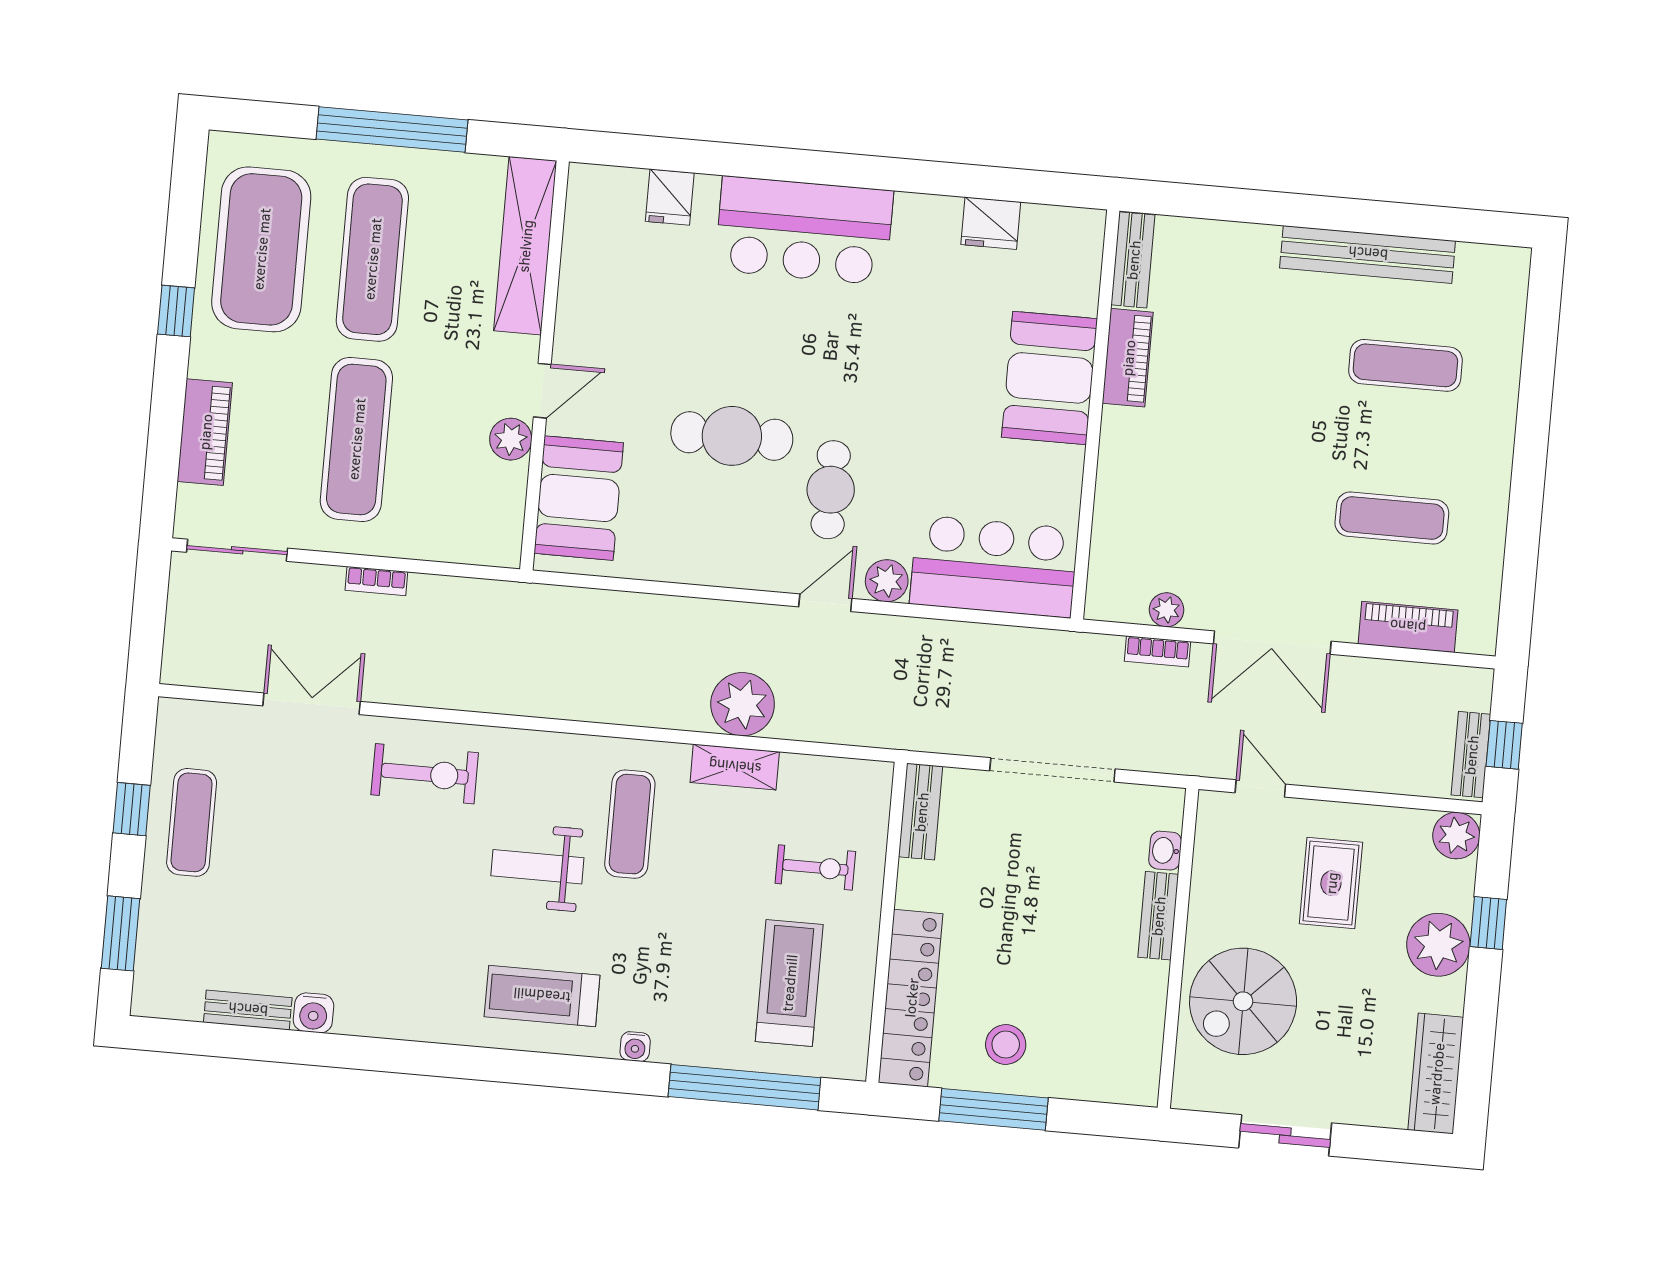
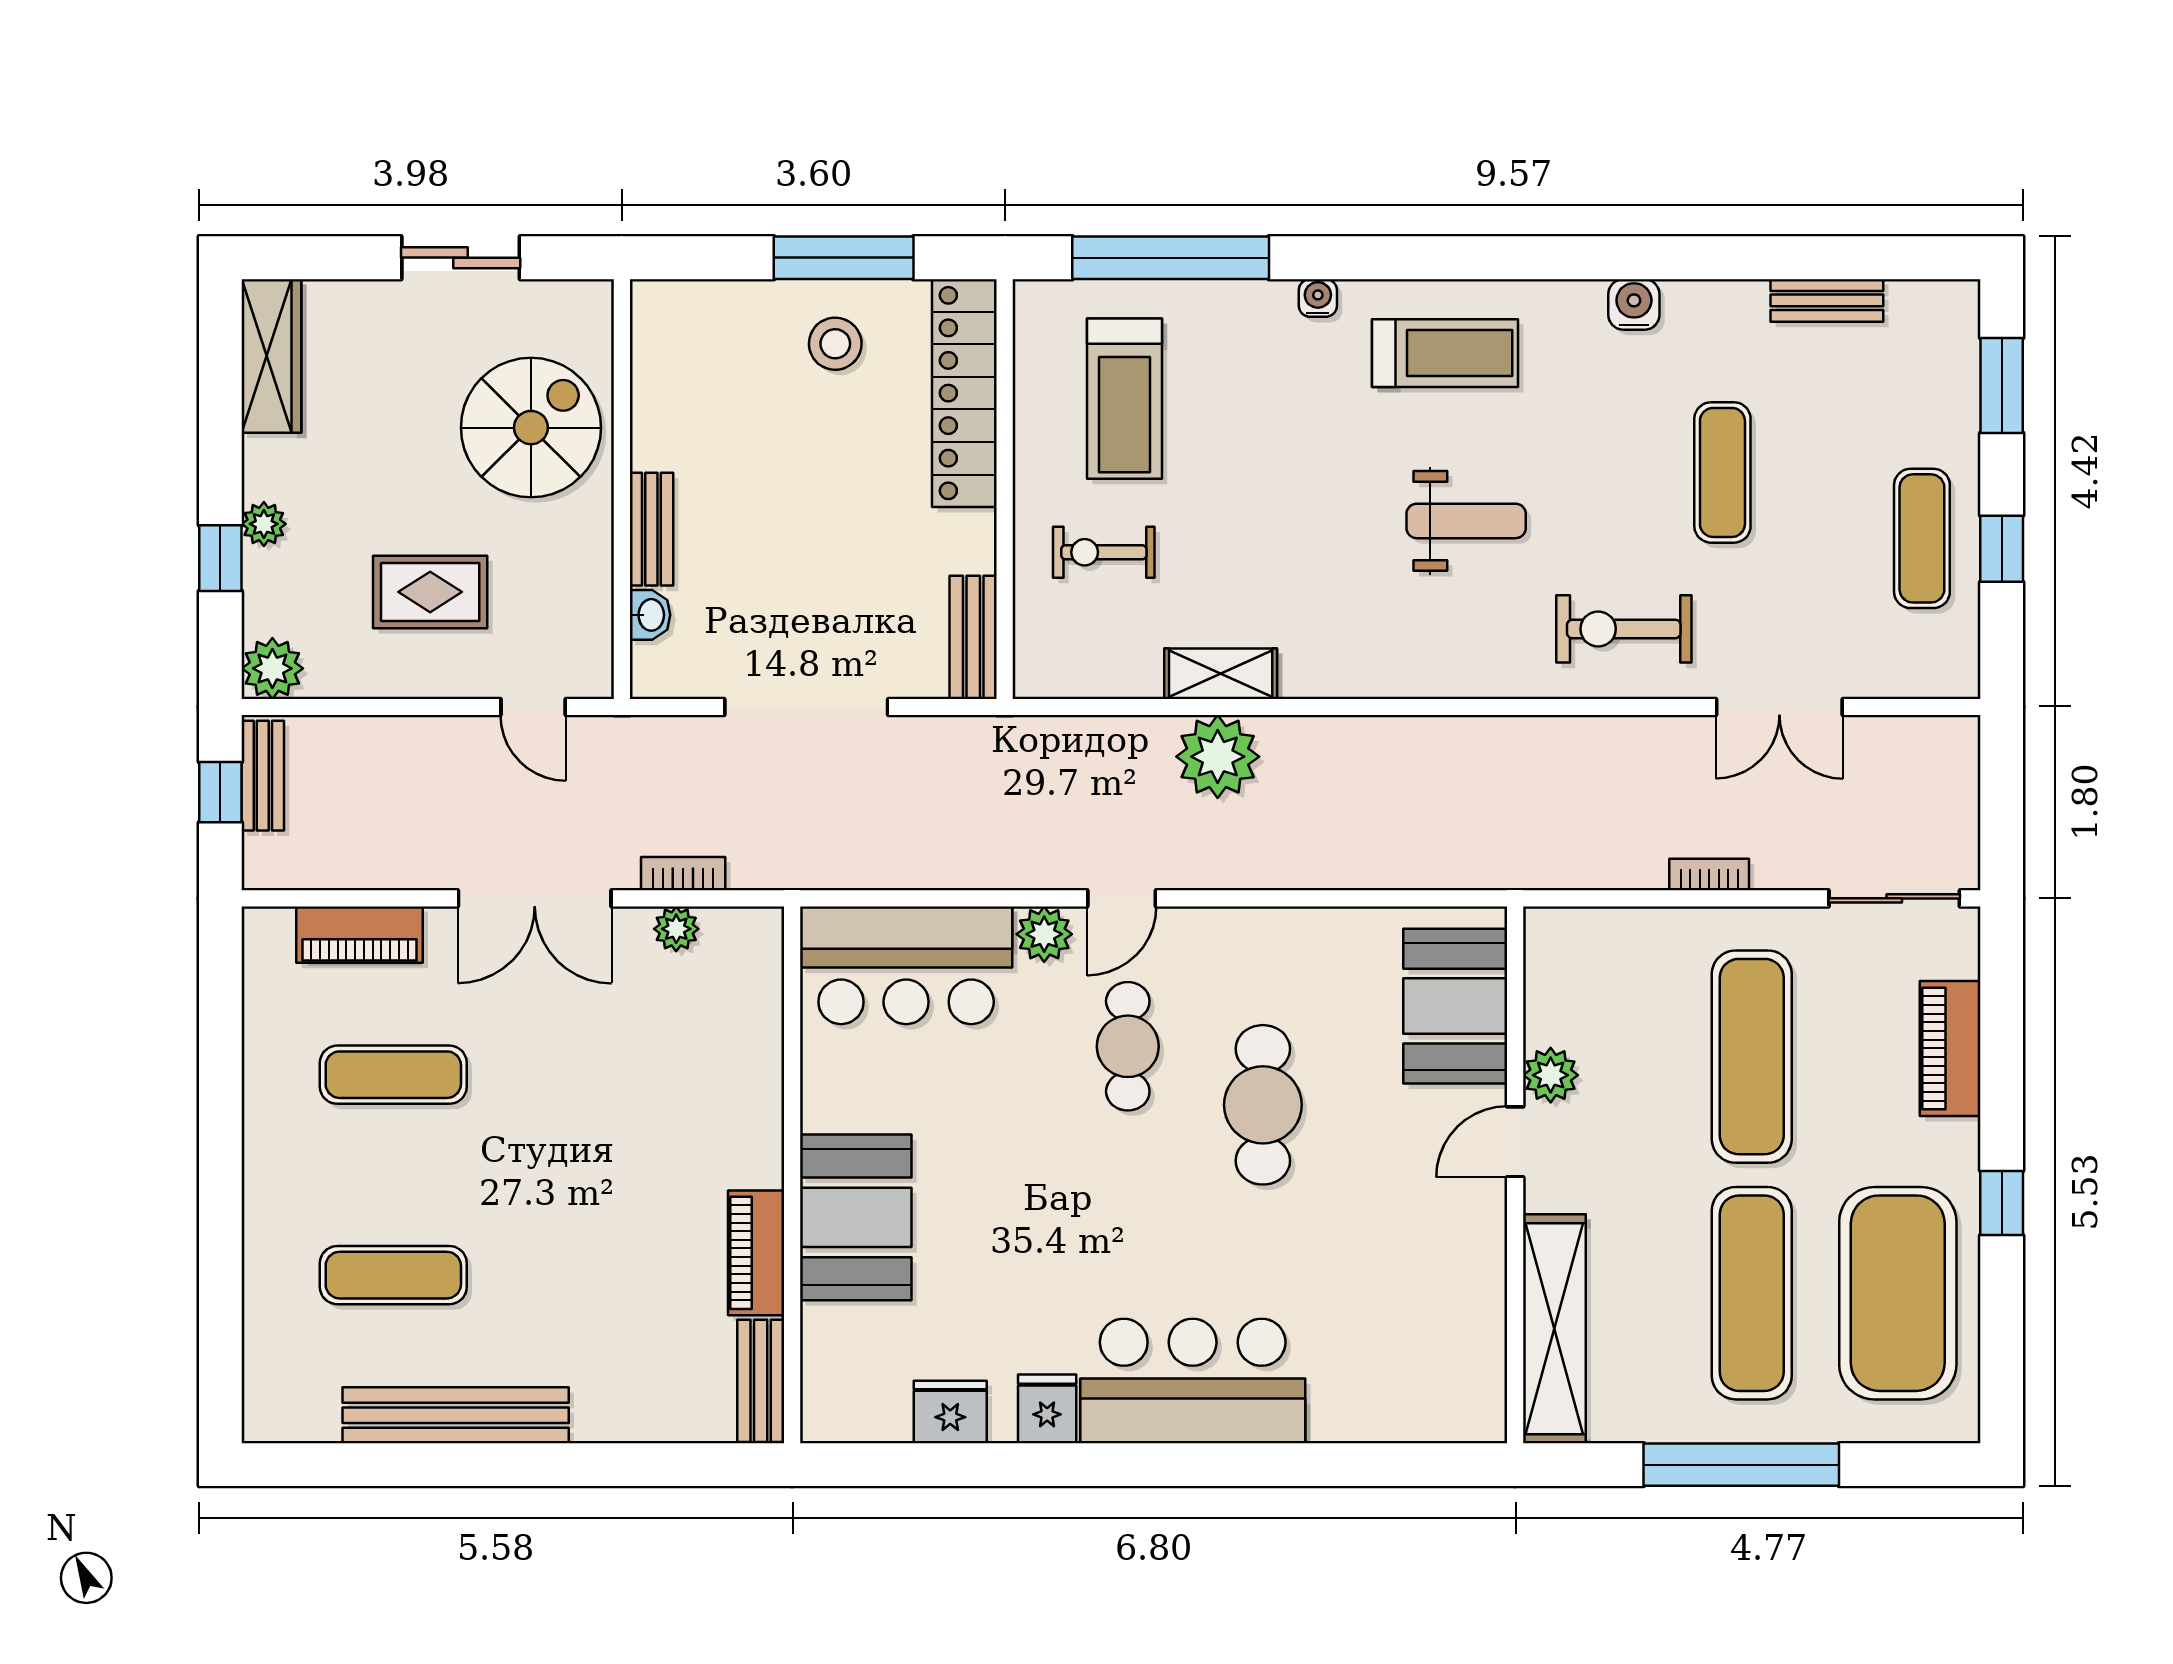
fridge: (670, 197) -> (1047, 1409), moved
cafe table: (732, 436) -> (1263, 1105), turned 90
double door: (1272, 643) -> (535, 898), swing flipped
exercise mat: (630, 824) -> (1722, 472), moved
rug: (1331, 883) -> (430, 592), turned 90
plant: (1438, 945) -> (264, 524), width x0.53, depth x0.53
water cooler: (313, 1013) -> (1634, 304), moved

